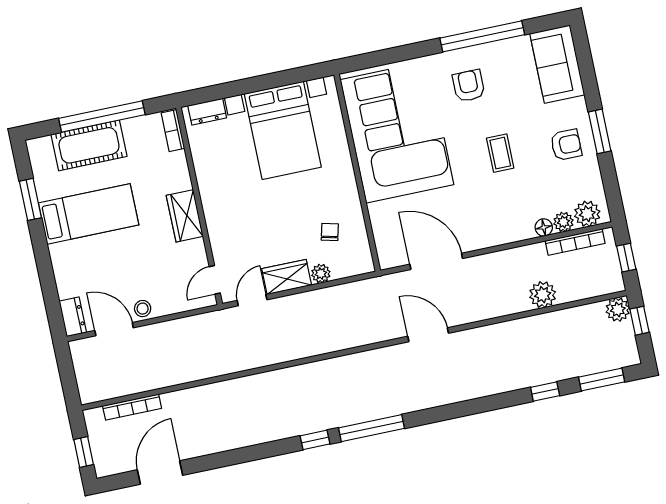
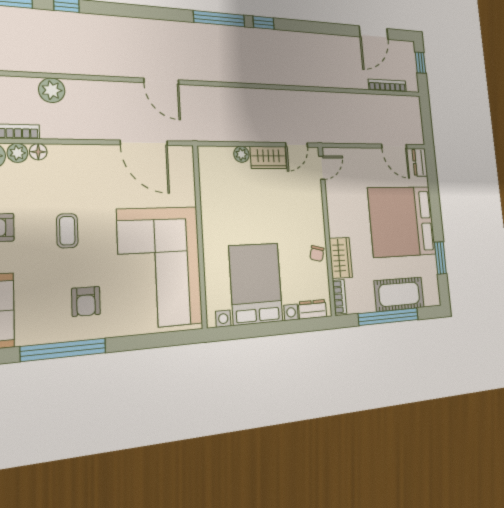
bed: (89, 214) -> (402, 221), width x2.04
wardrobe: (185, 216) -> (341, 258), moved
chair: (330, 232) -> (317, 254), moved
stool: (143, 309) -> (374, 157), removed

